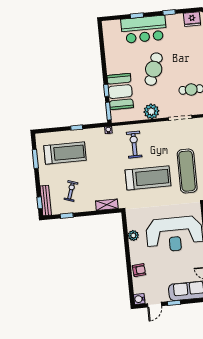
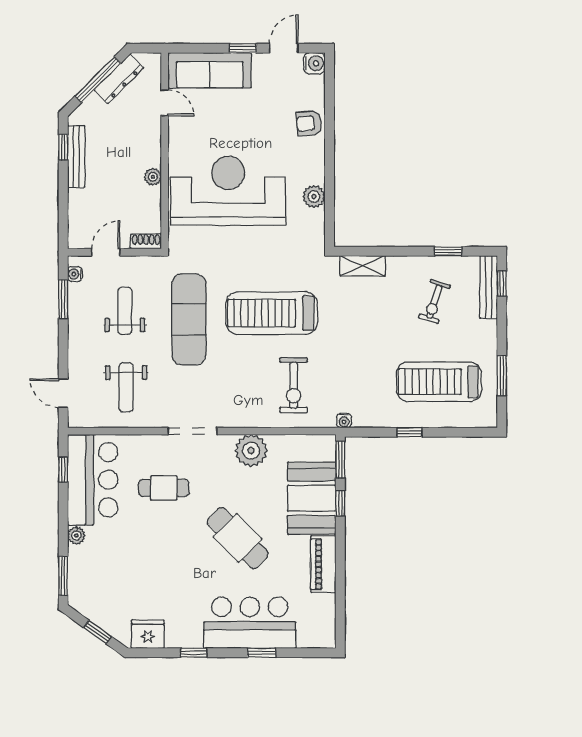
piano: (112, 61) -> (323, 564), added
cafe table: (154, 69) -> (238, 538), turned -65

